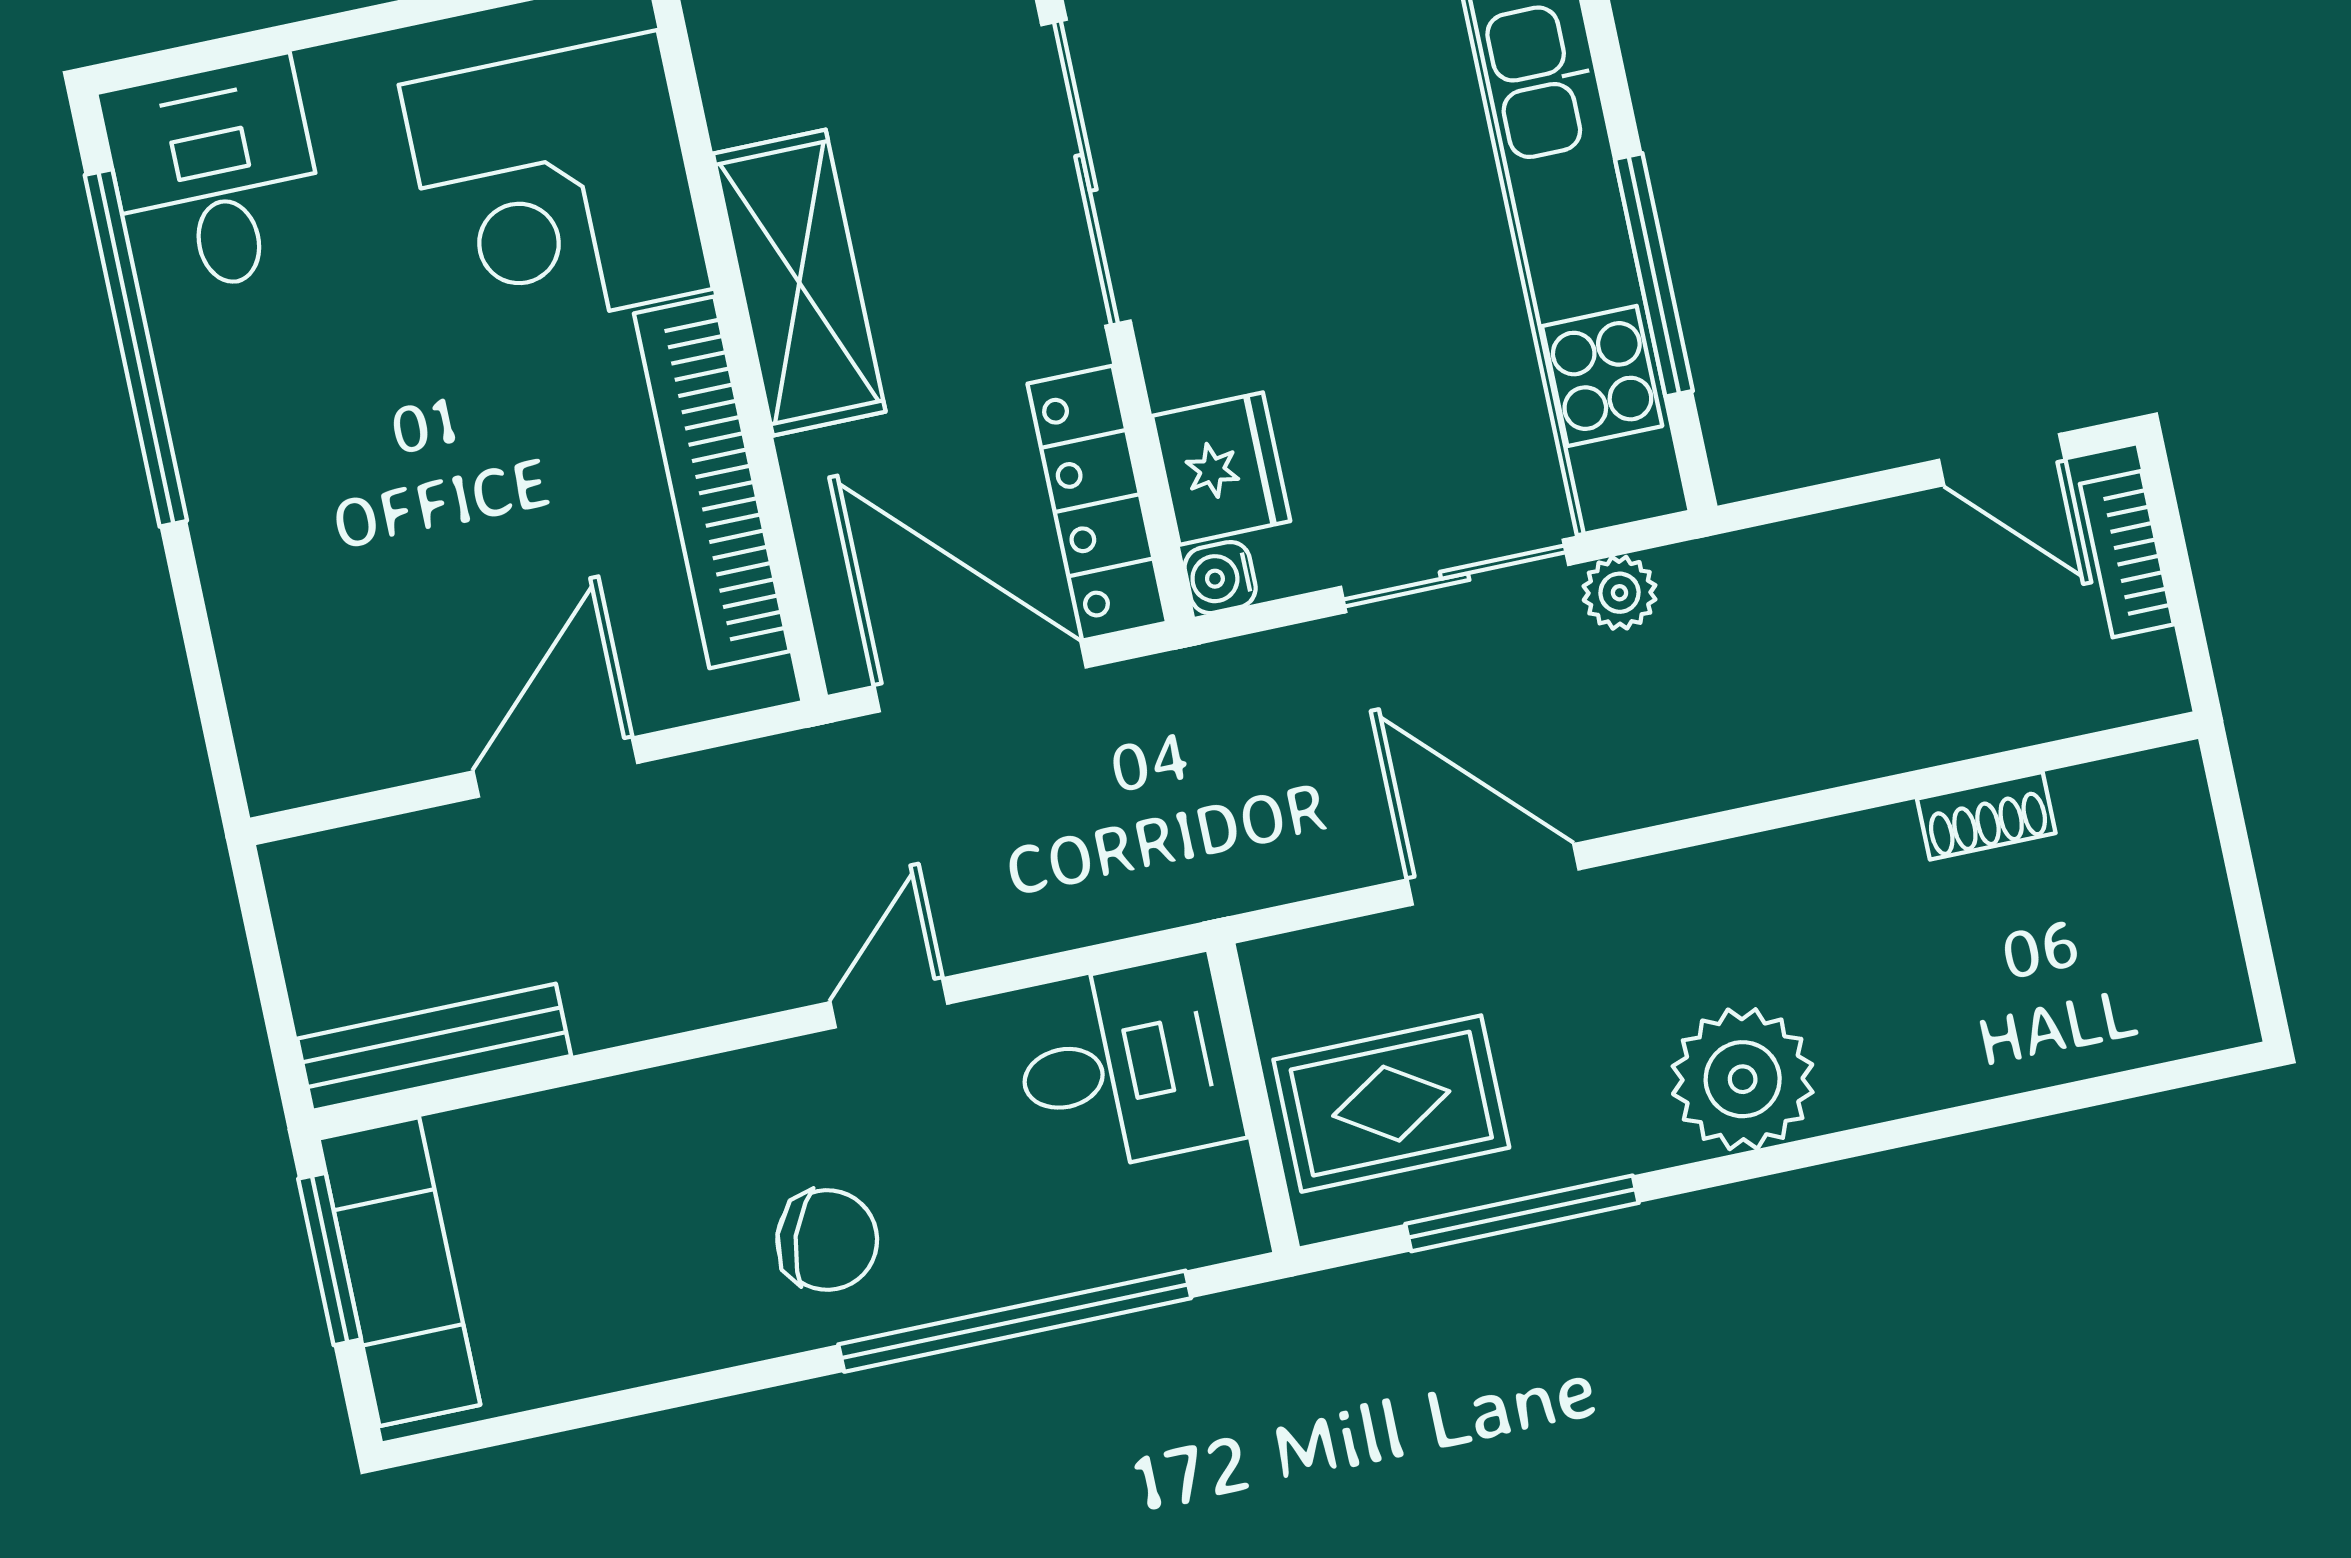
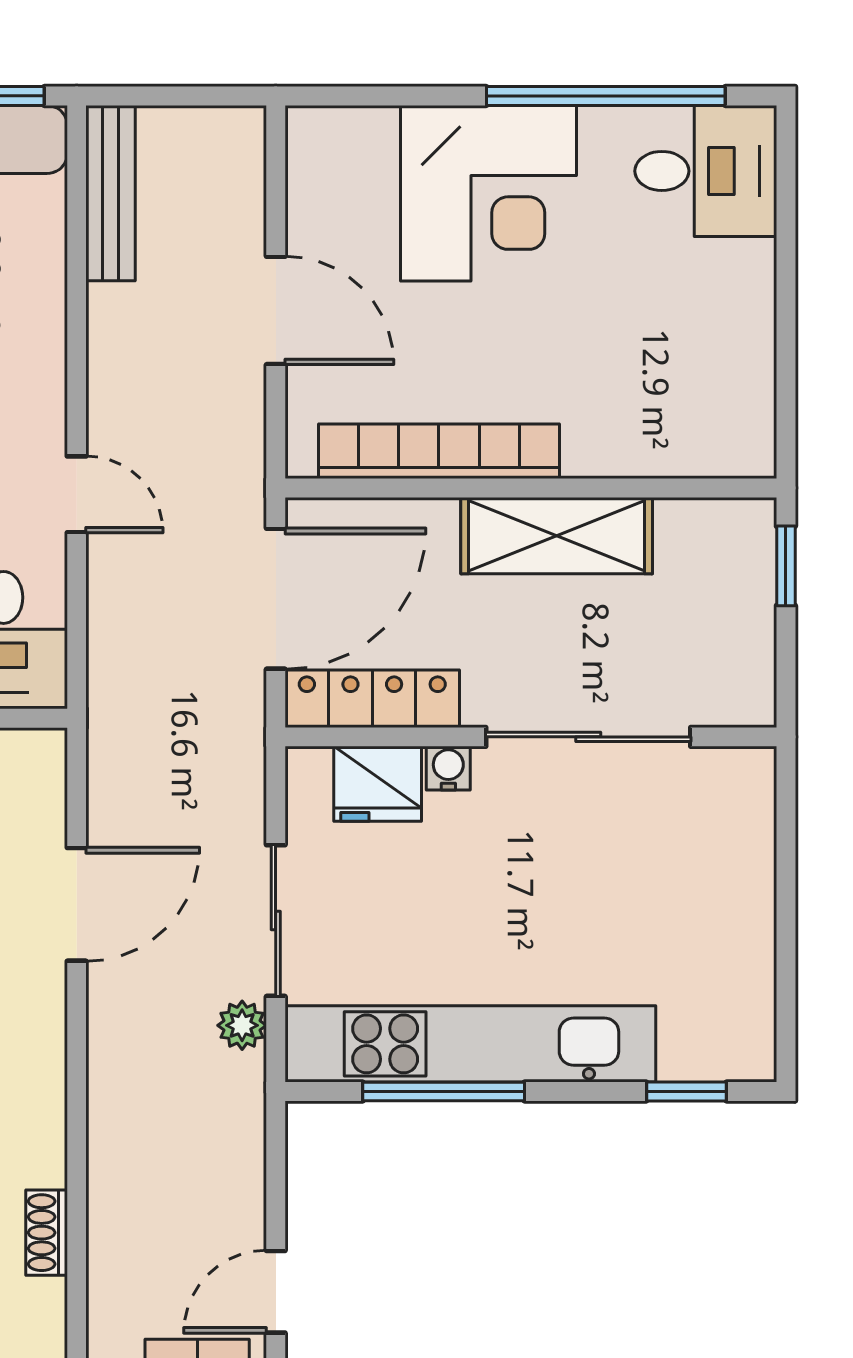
corner desk: (556, 187) -> (488, 193), moved, turned 180
water cooler: (1220, 578) -> (448, 768), moved

